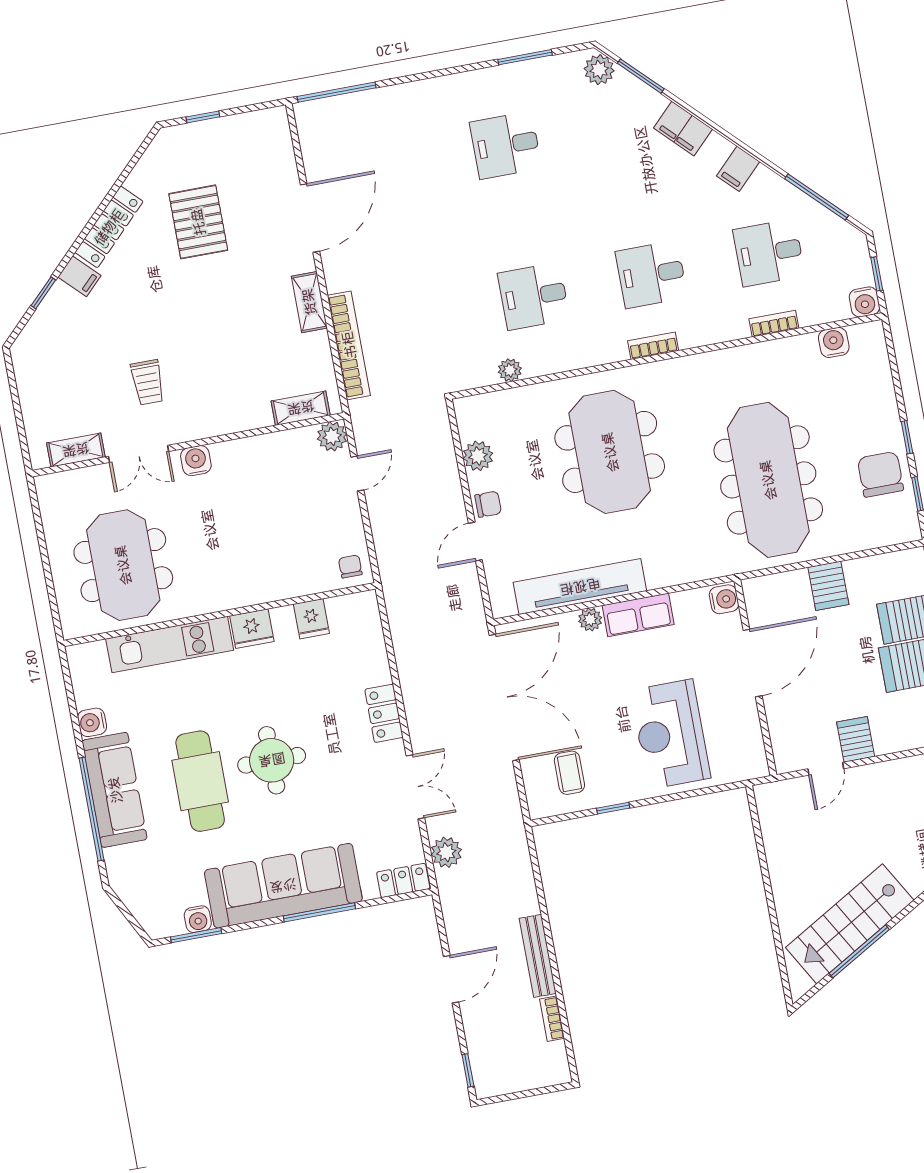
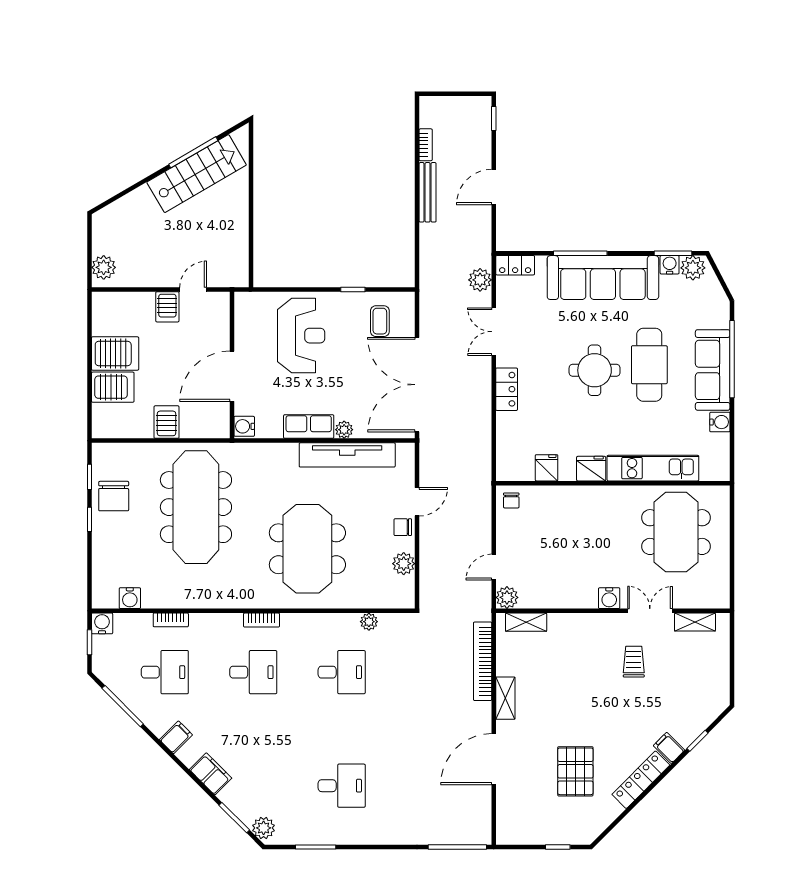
plant: (166, 921) -> (693, 268), added

